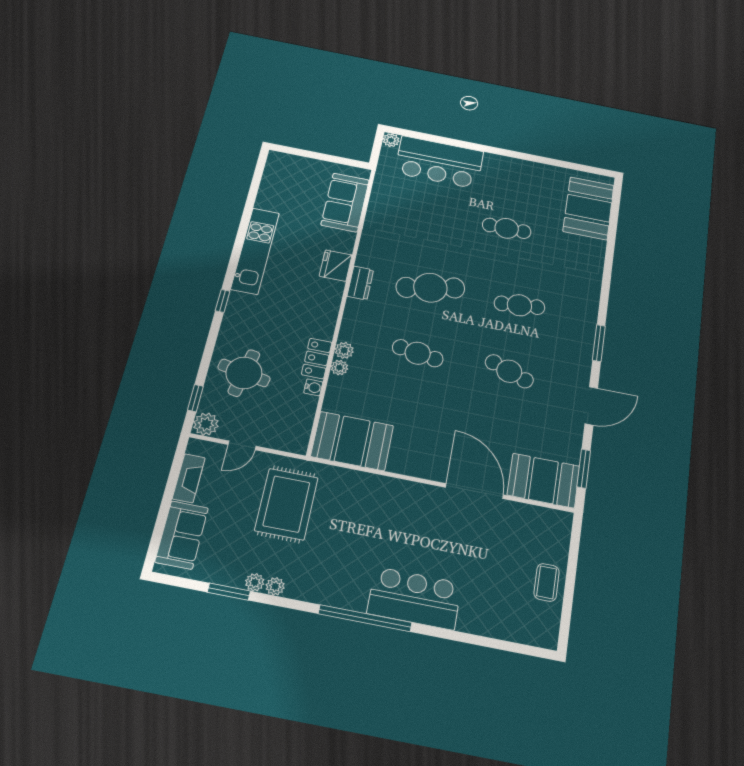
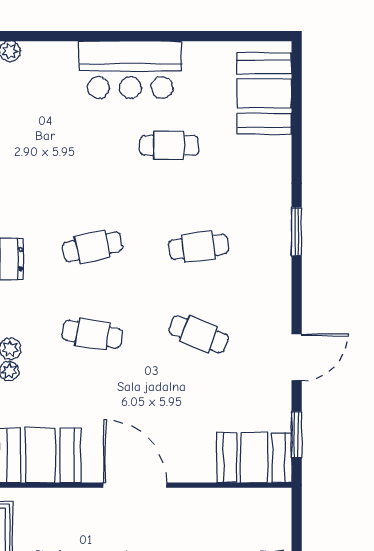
bar counter: (439, 162) -> (130, 70), moved
cafe table: (430, 288) -> (92, 247), width x0.73, depth x0.74
window: (599, 343) -> (297, 231), moved
door: (474, 491) -> (135, 485), moved

